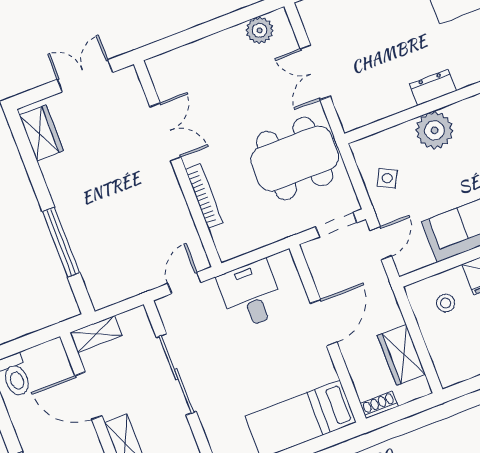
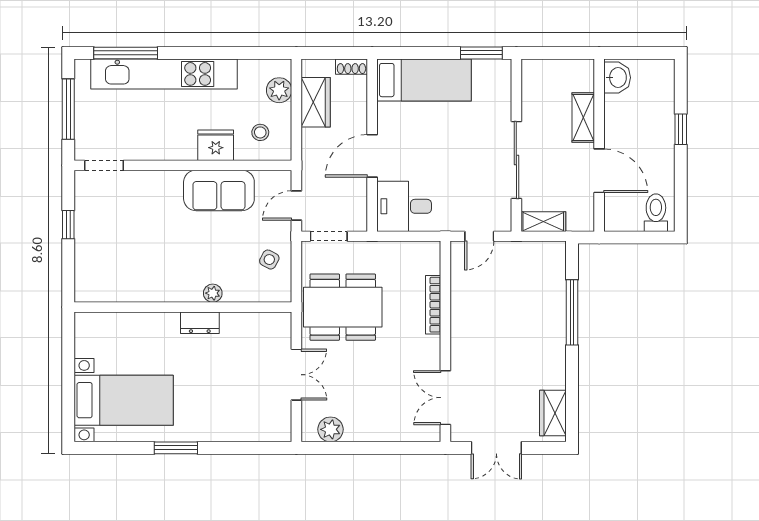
plant: (434, 130) -> (213, 293), width x0.53, depth x0.53
double door: (165, 132) -> (445, 398), moved
desk: (251, 294) -> (404, 206), moved, turned 90
shelving: (96, 334) -> (543, 222), moved
plant: (443, 353) -> (279, 90), added

